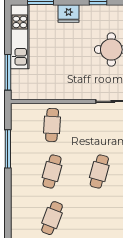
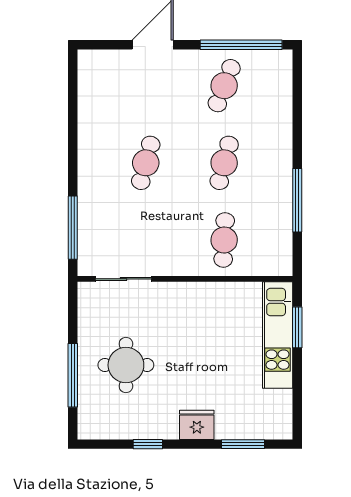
kitchen unit: (20, 37) -> (278, 335), moved
window: (8, 72) -> (297, 327), width x0.69

